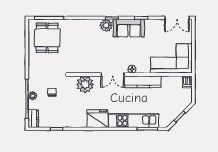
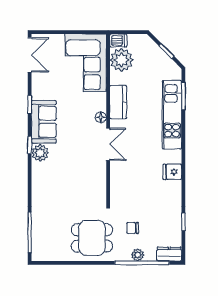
dining table: (47, 38) -> (92, 238), moved
kitchen counter: (143, 82) -> (118, 102), width x0.67
plant: (85, 84) -> (122, 60), moved
fridge: (98, 119) -> (172, 172), width x0.53, depth x0.75

